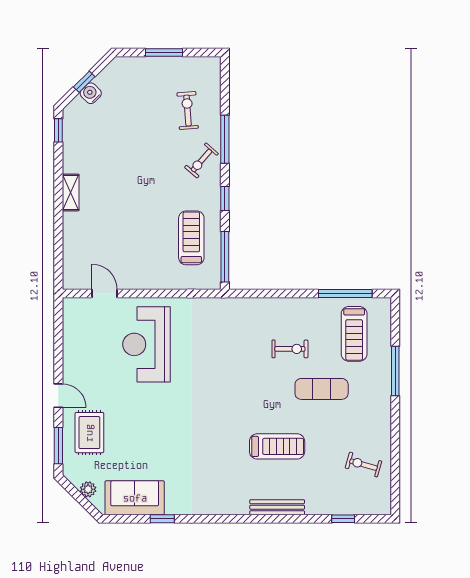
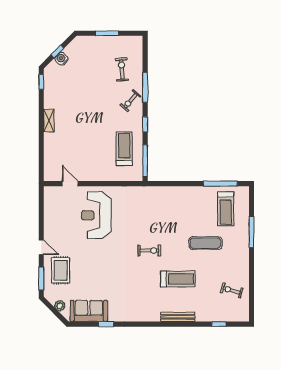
exercise bike: (290, 349) -> (149, 251), moved

